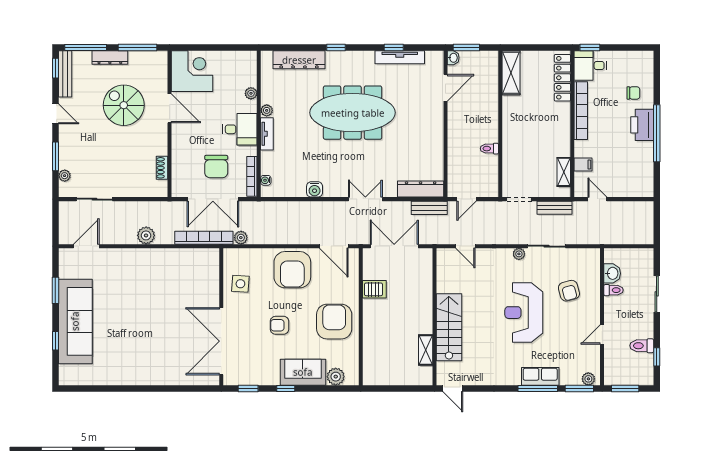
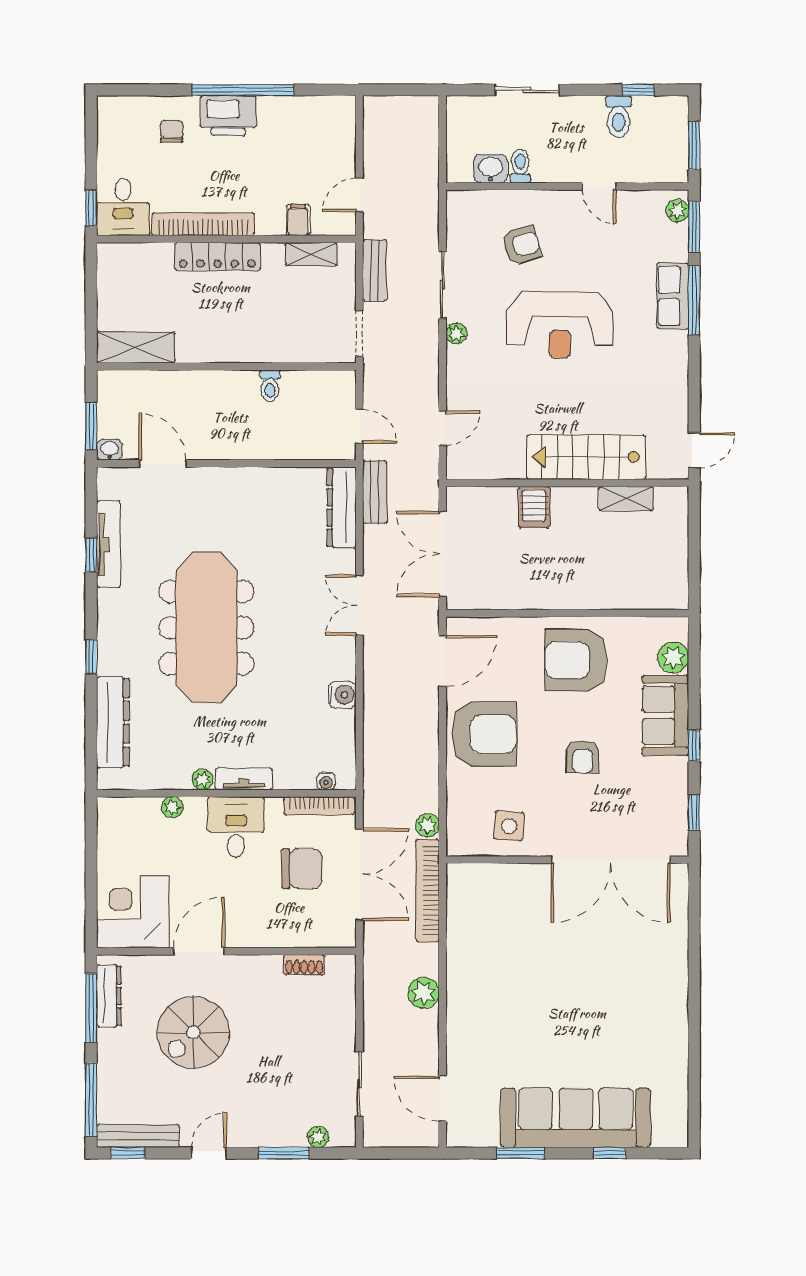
dresser: (110, 57) -> (109, 996), moved
locker: (562, 78) -> (217, 257), moved
server rack: (374, 289) -> (534, 507), moved, turned 180

